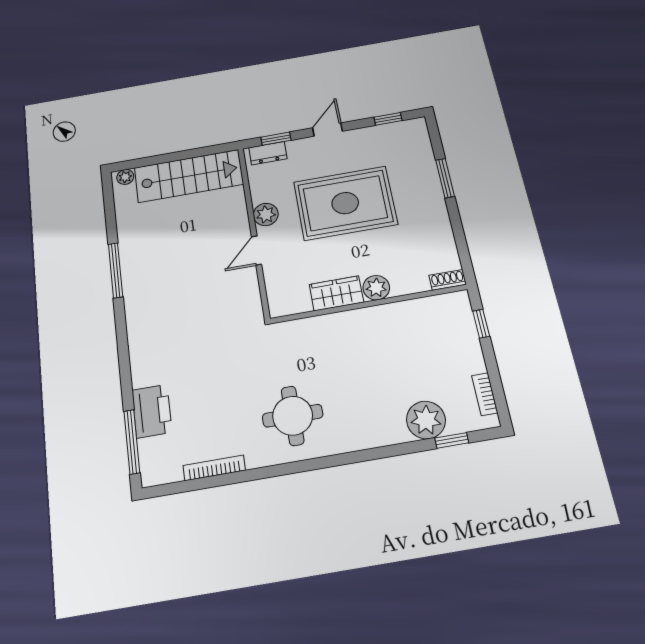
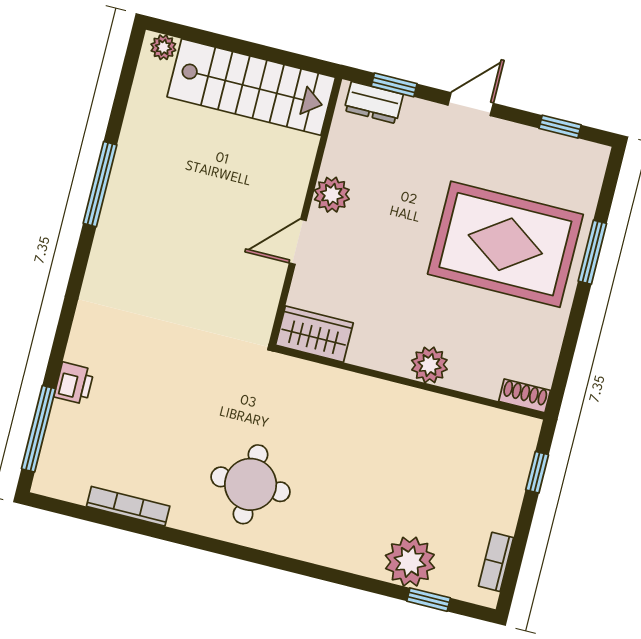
rug: (345, 203) -> (505, 244), moved
wardrobe: (336, 293) -> (314, 334), moved
printer: (152, 411) -> (74, 383), width x0.53, depth x0.68

